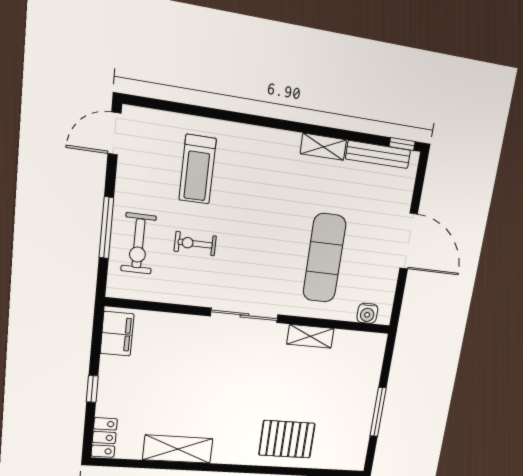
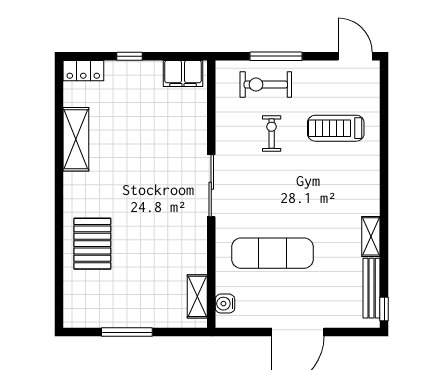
shelving: (310, 336) -> (197, 296), moved

